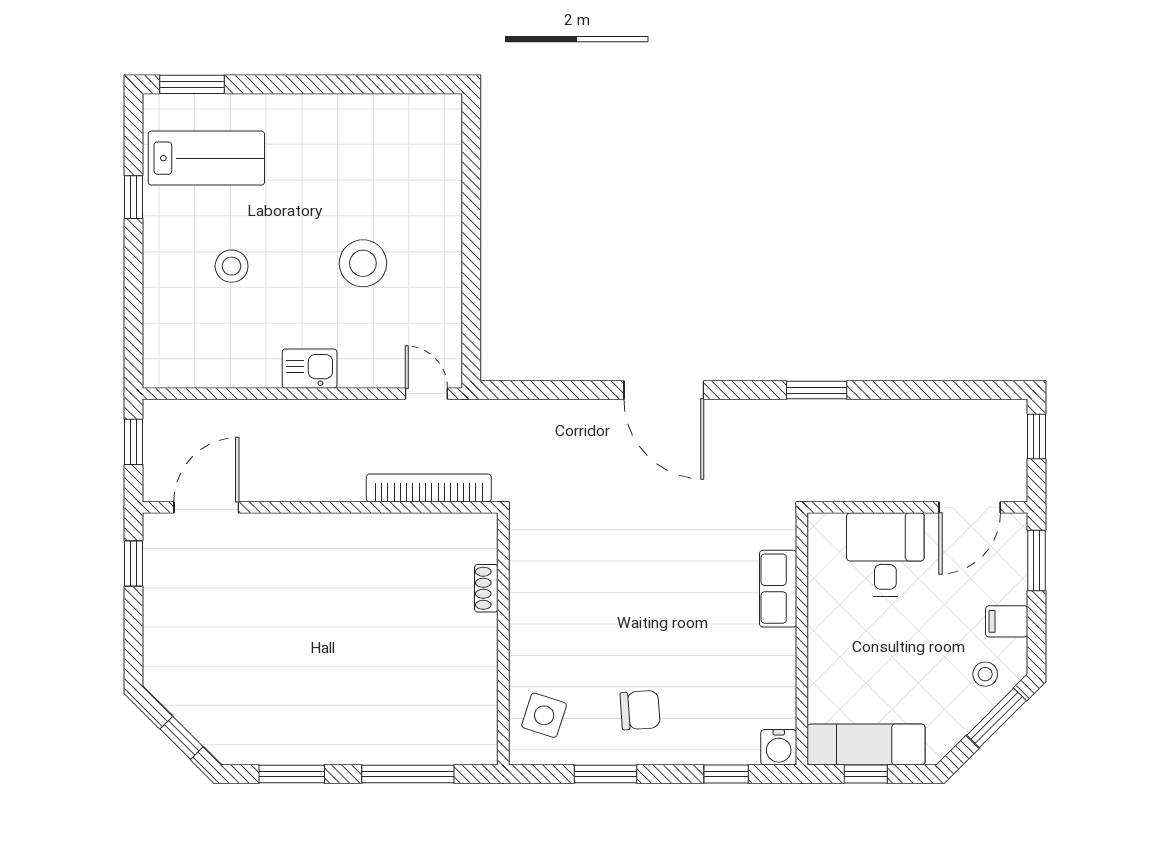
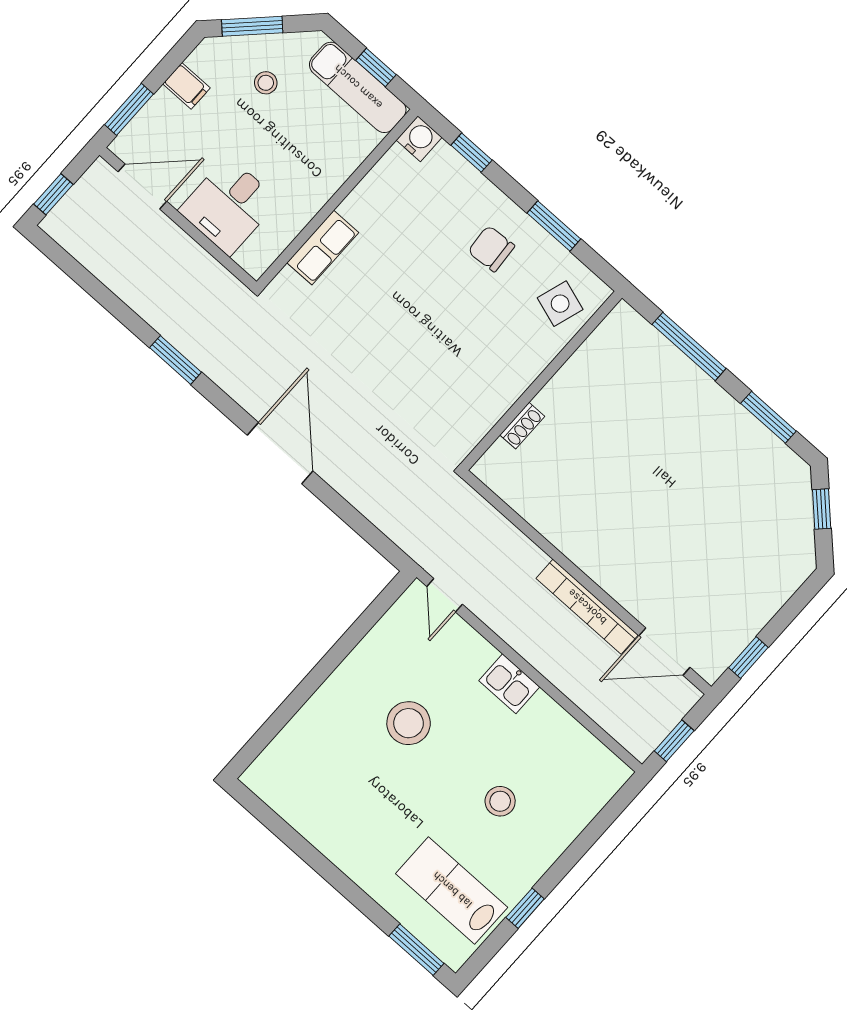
bookcase: (429, 488) -> (587, 607), moved
stool: (985, 674) -> (266, 83), moved

